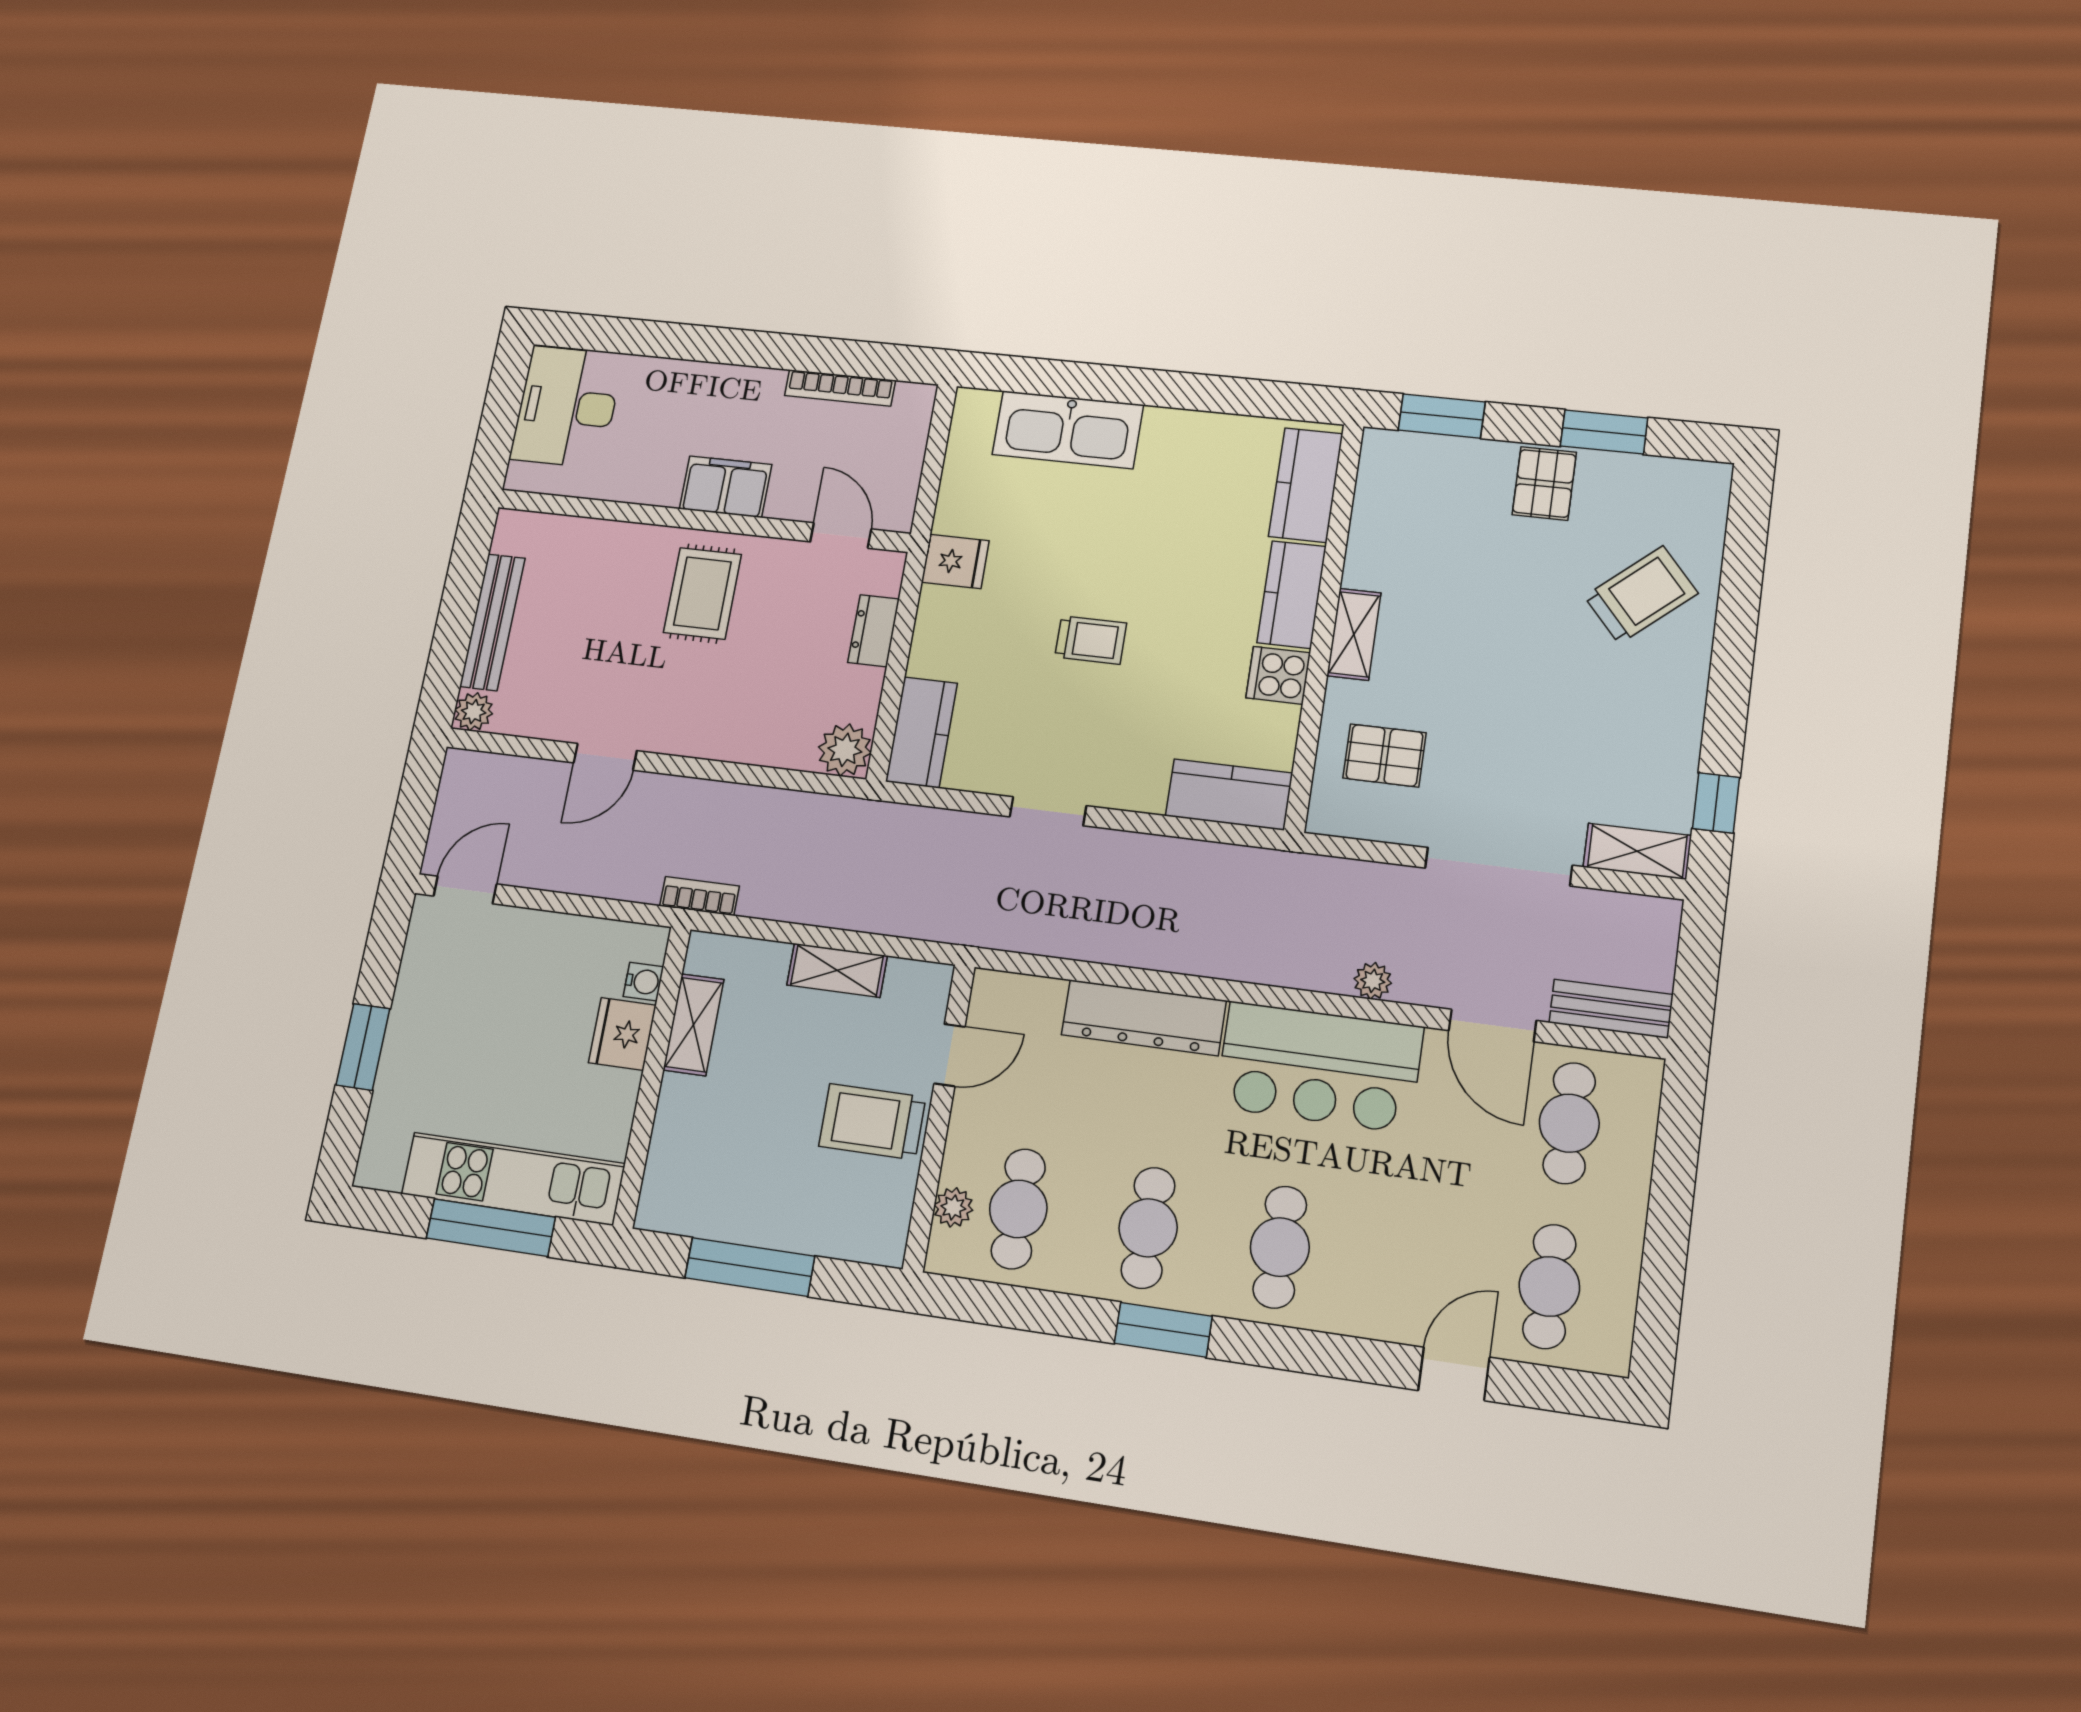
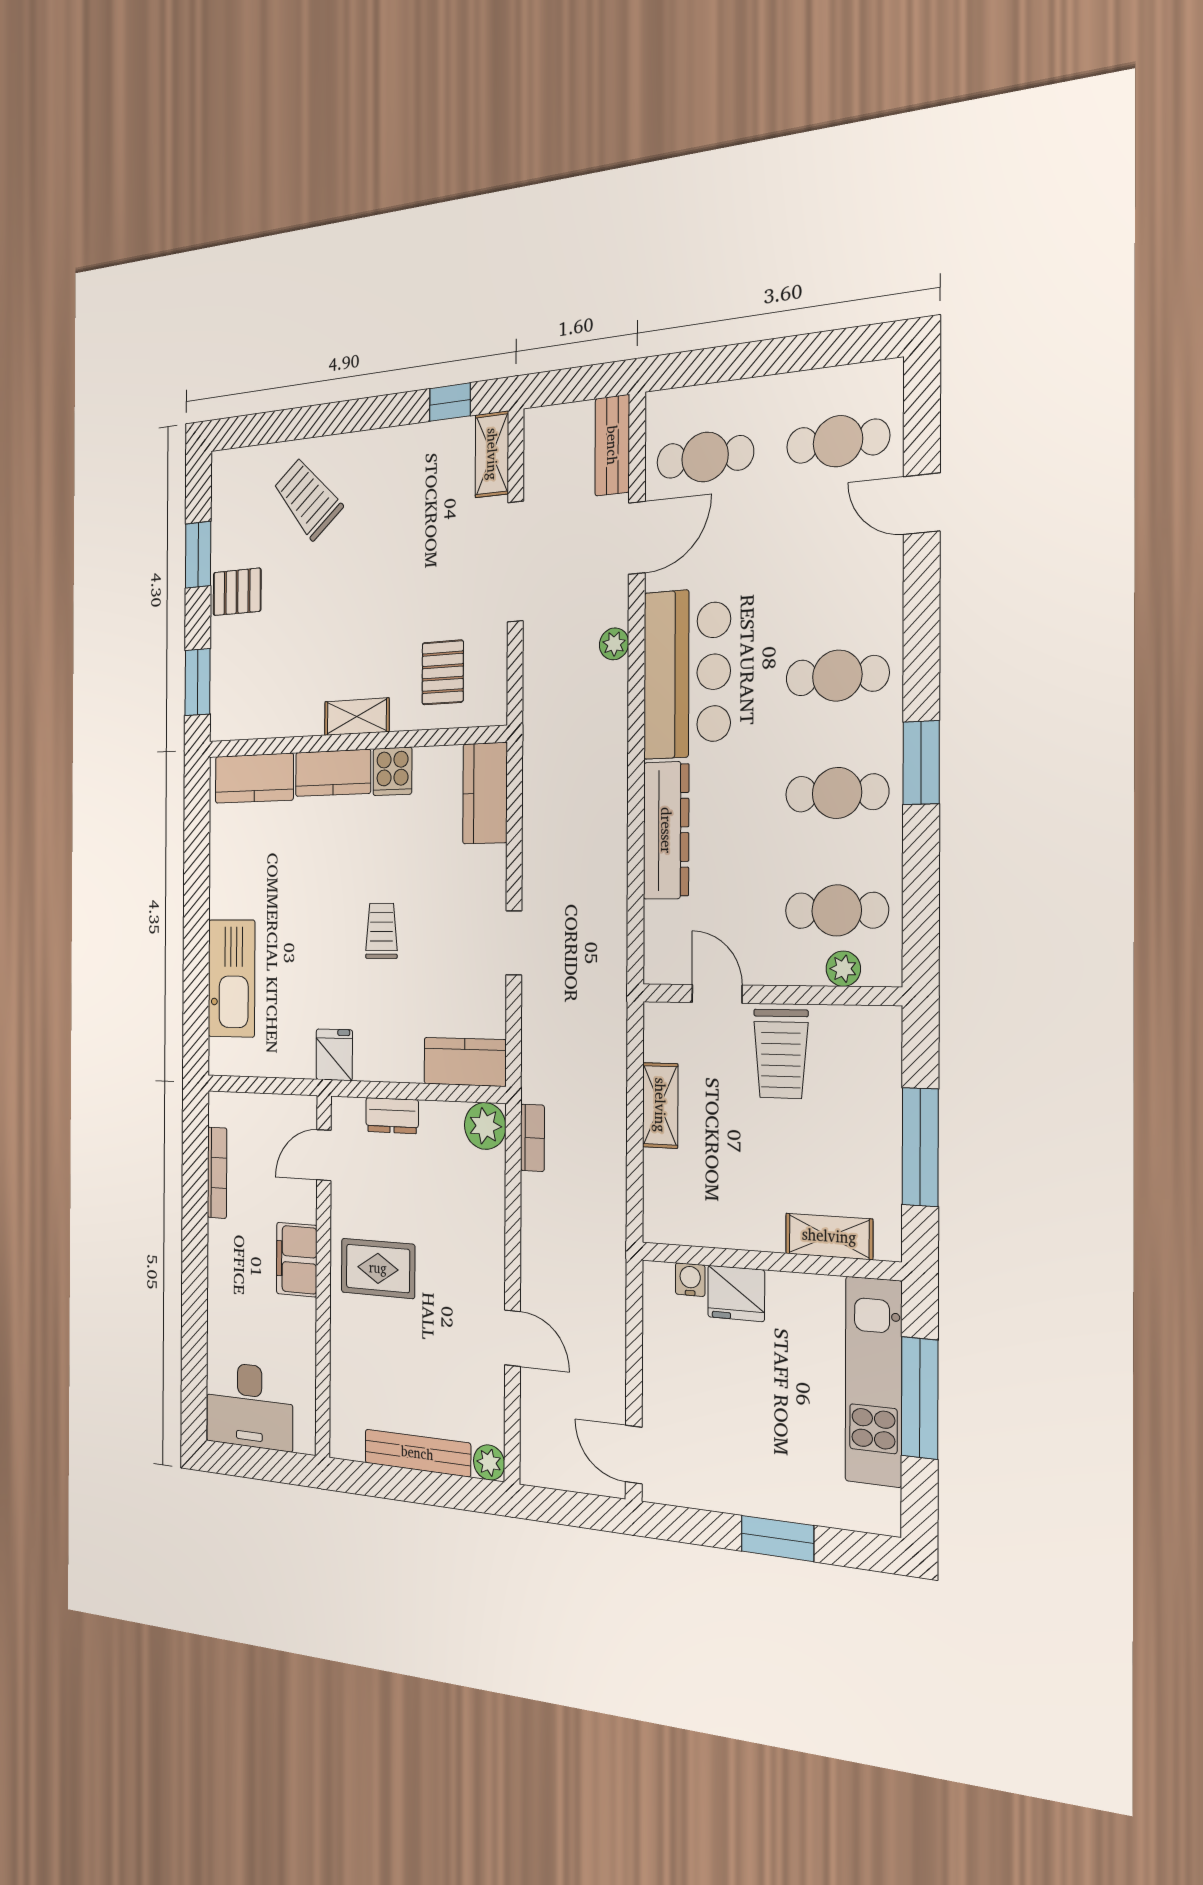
bookcase: (700, 896) -> (532, 1138), moved, turned 180
shelving: (694, 1025) -> (829, 1236), moved

